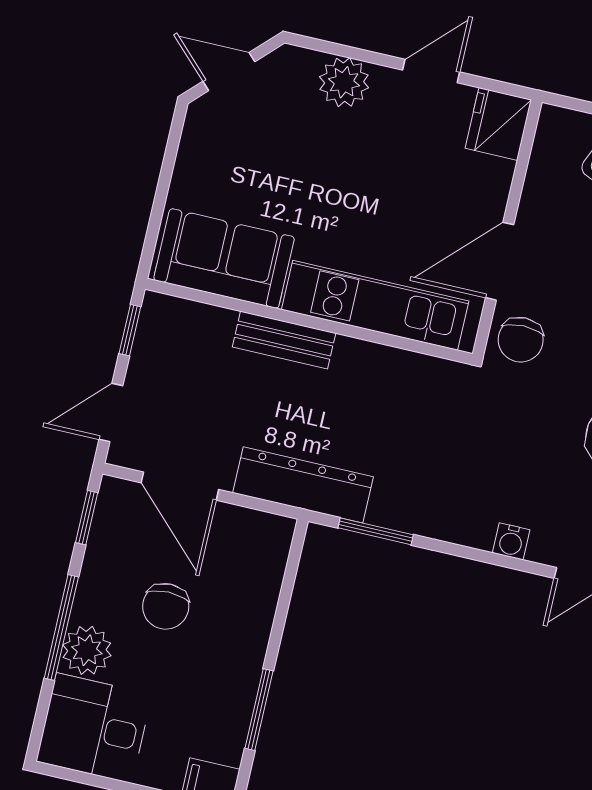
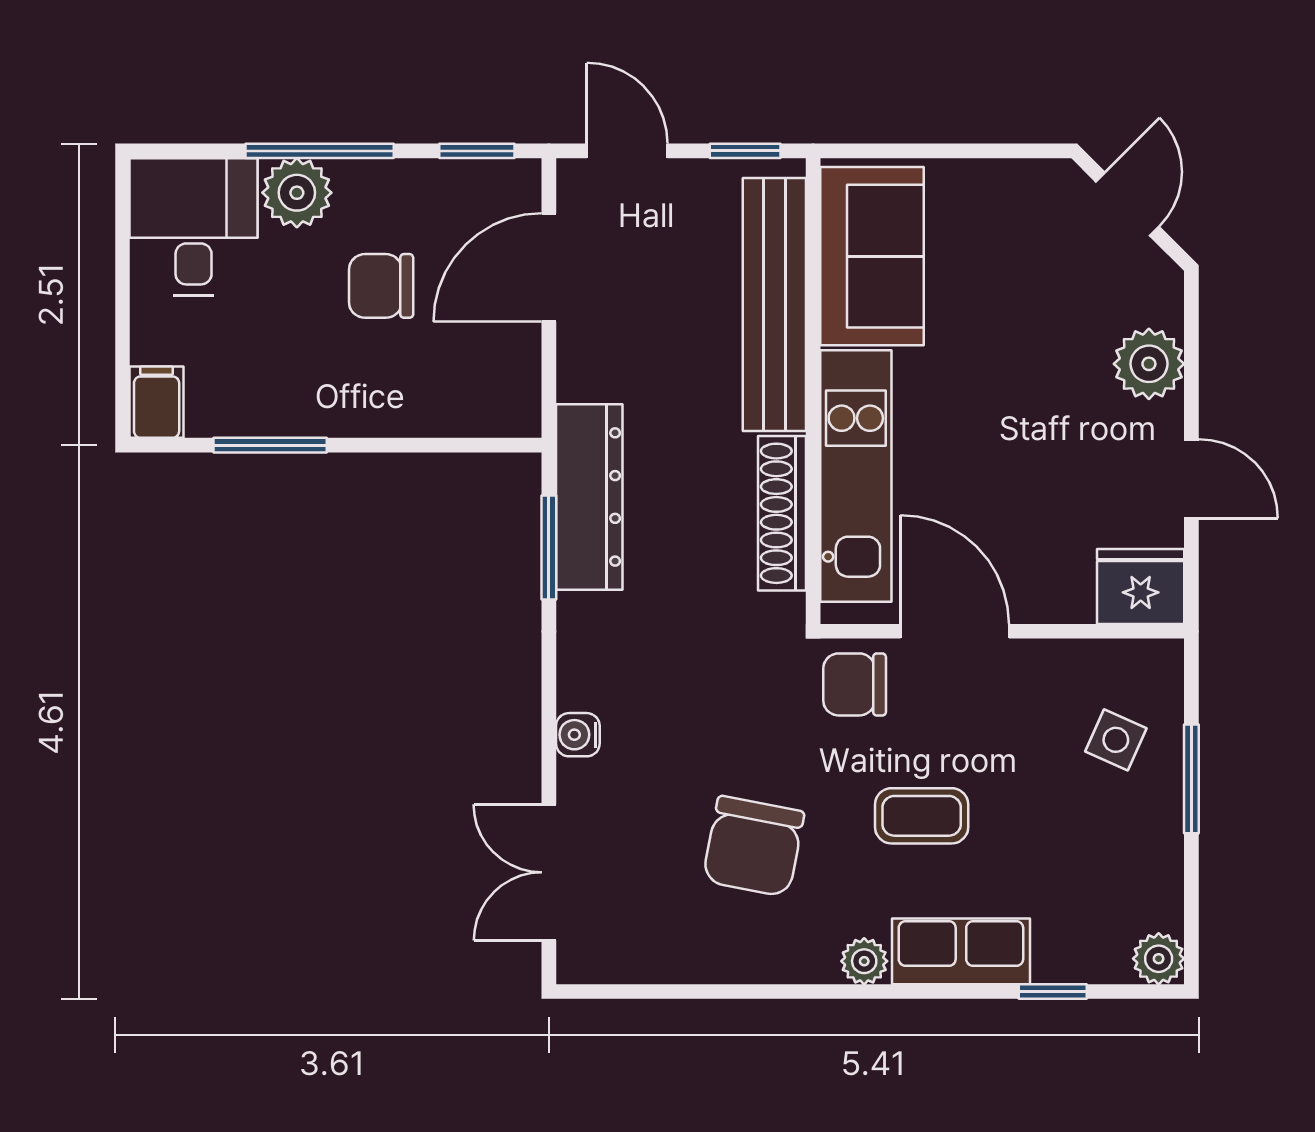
bench: (284, 340) -> (774, 304), width x1.86, depth x1.21
shoe rack: (389, 363) -> (782, 513), added
dresser: (303, 485) -> (589, 497), moved

